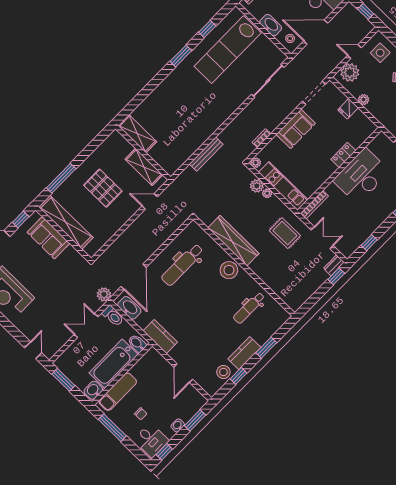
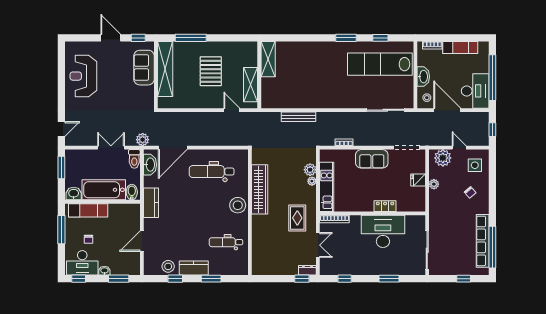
plant: (256, 163) -> (324, 154), removed
desk: (151, 440) -> (82, 263), width x1.37

